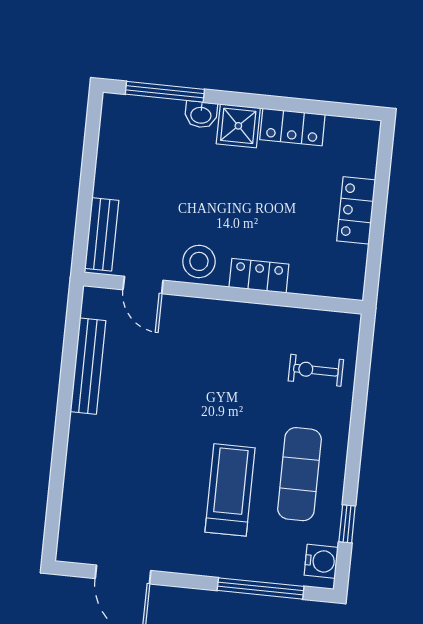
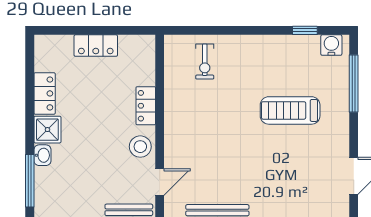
exercise mat: (300, 474) -> (275, 65), removed

